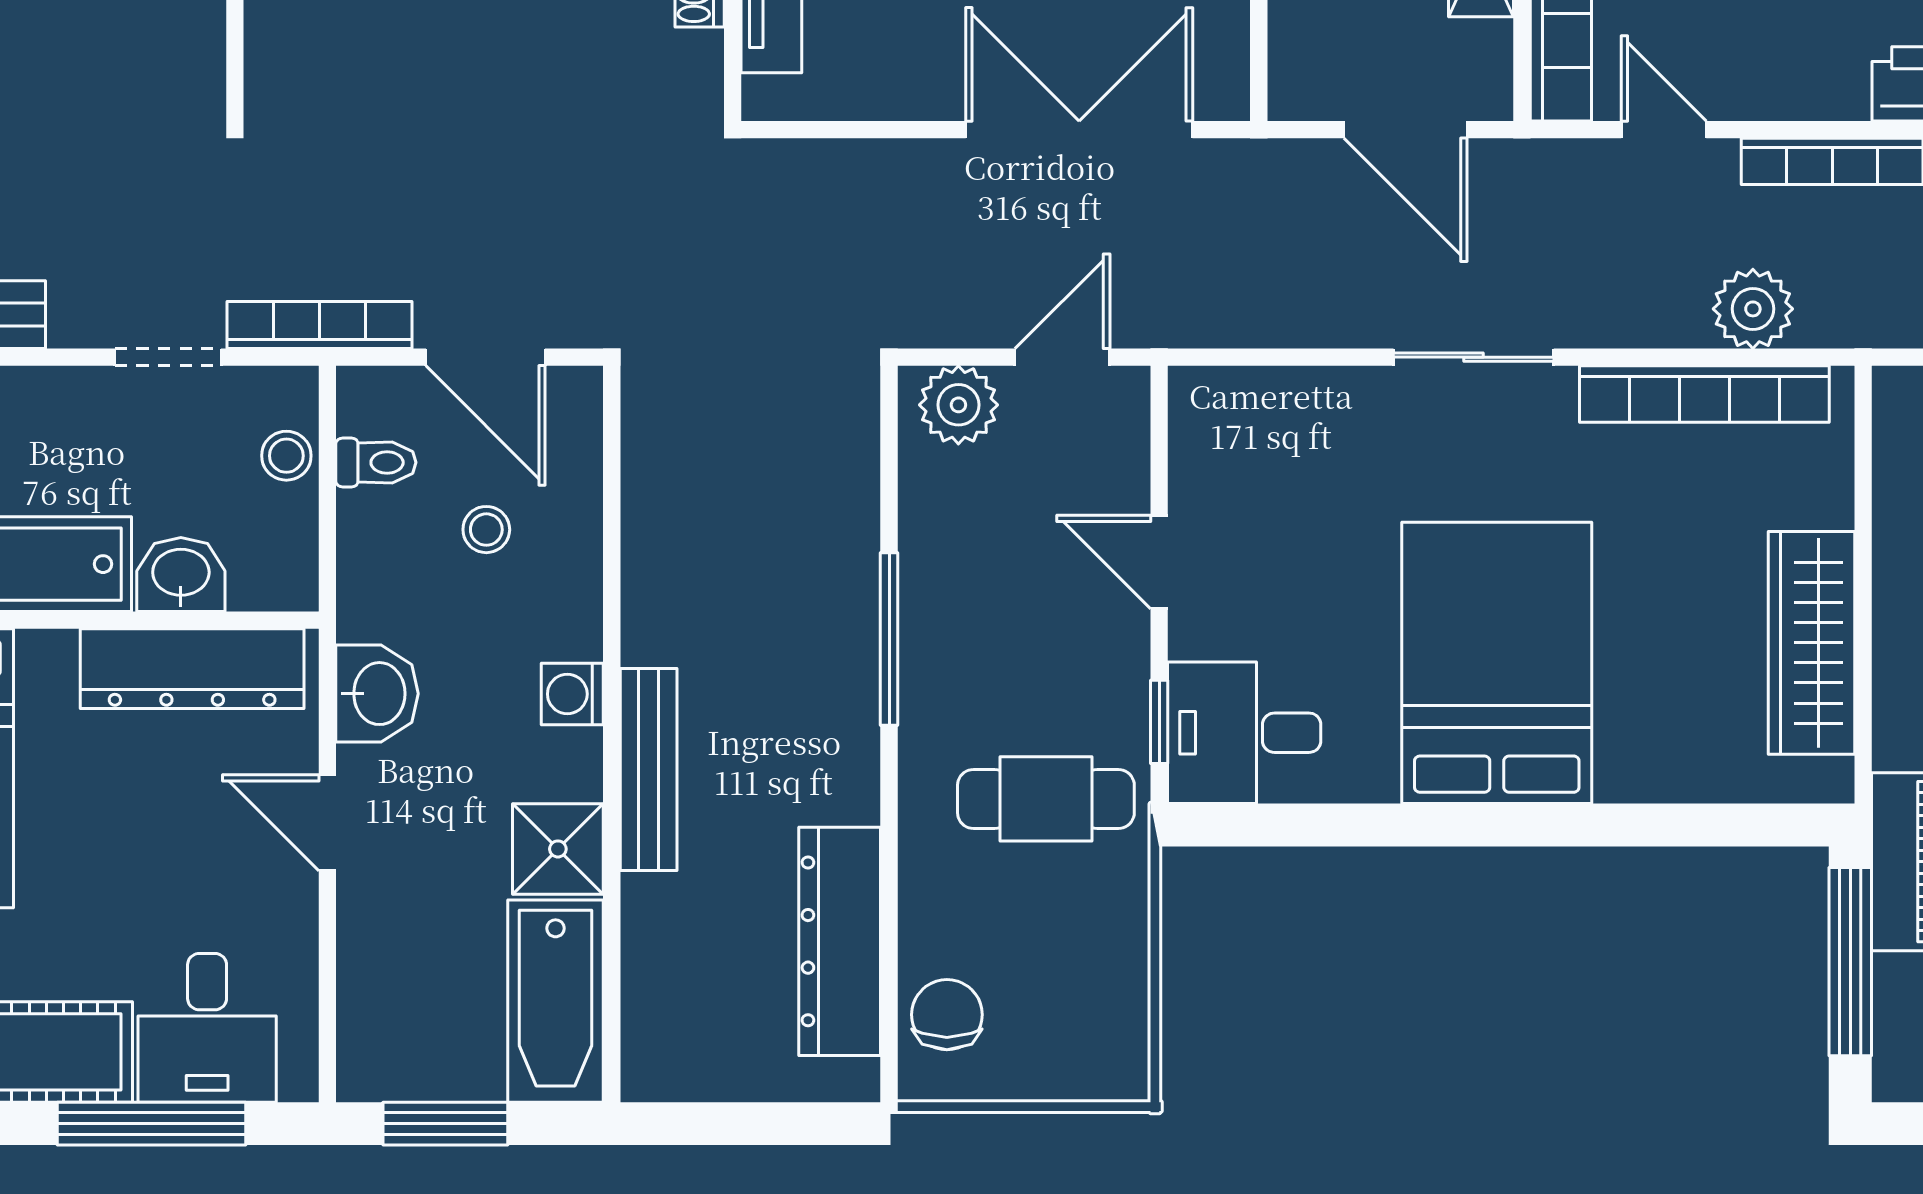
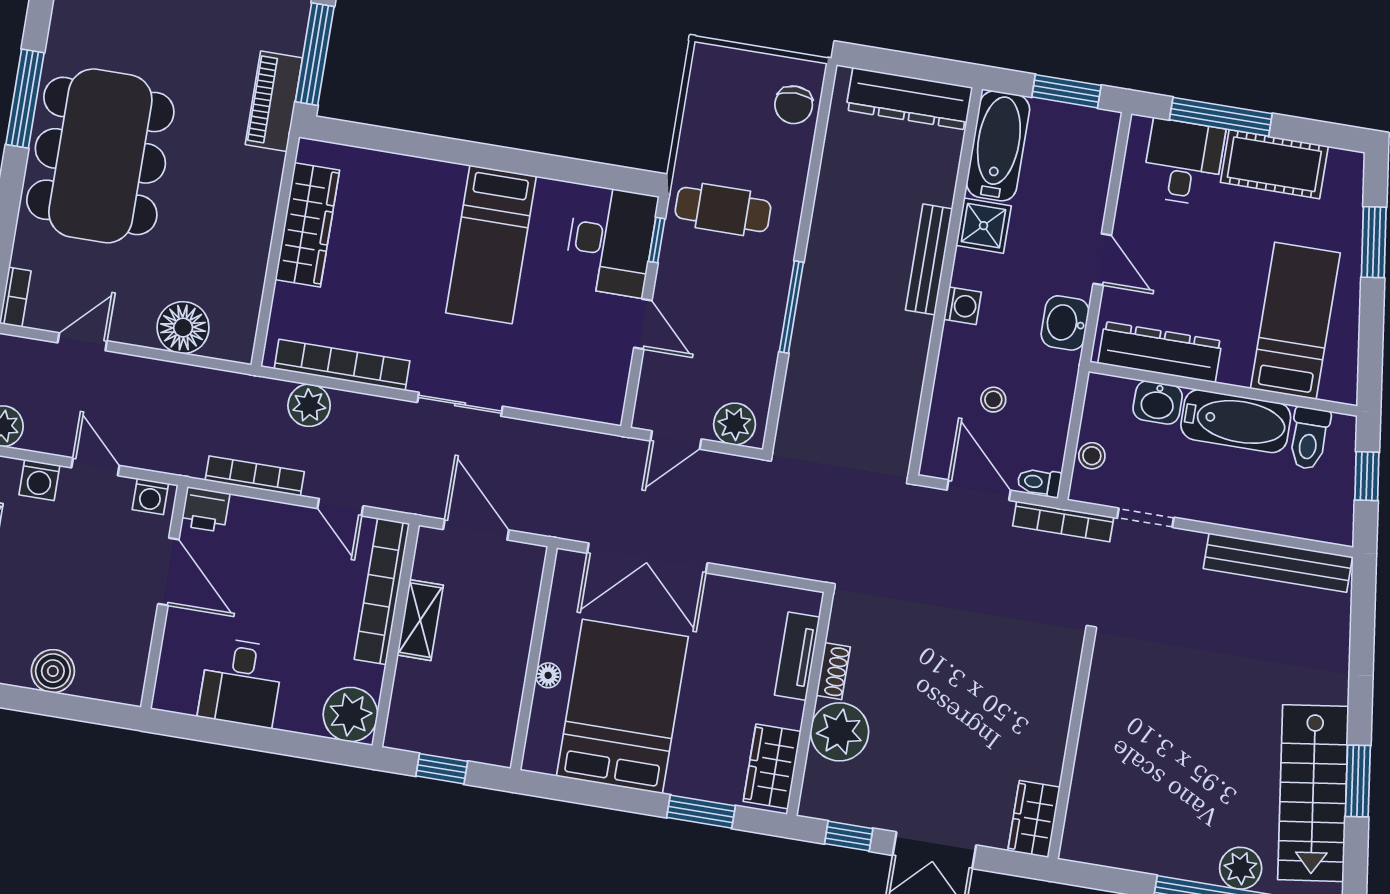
toilet: (376, 462) -> (1039, 482), moved
bed: (1497, 663) -> (491, 244), width x0.67
desk: (1244, 733) -> (611, 241), width x1.37
dresser: (840, 941) -> (909, 99), moved, turned 90

